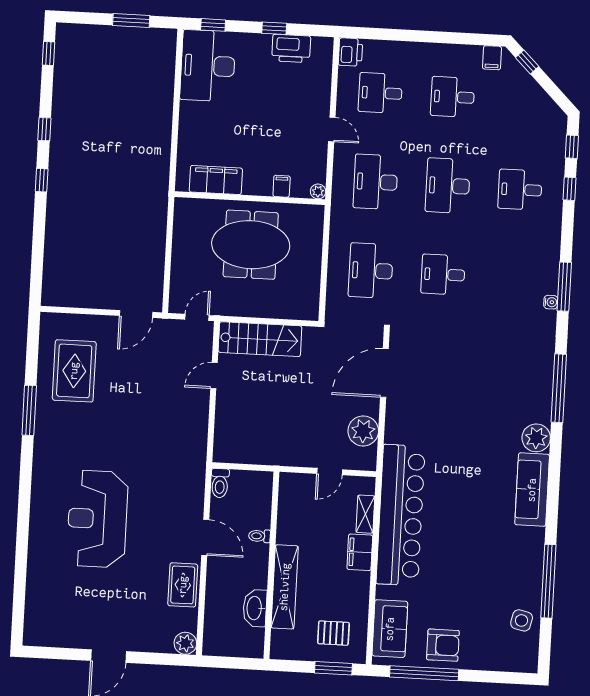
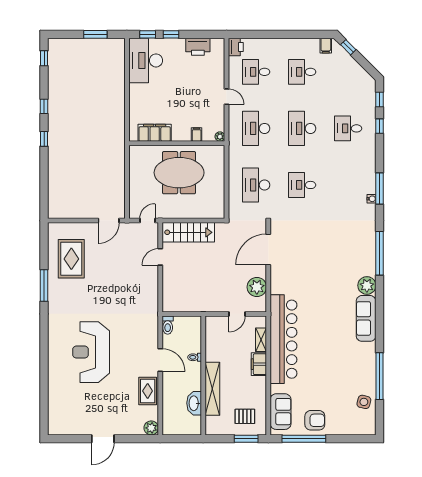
window: (274, 28) -> (171, 34), moved

